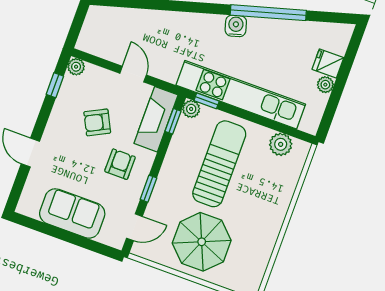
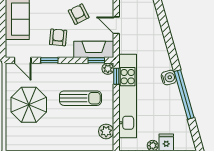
door: (133, 74) -> (116, 25), swing flipped
armchair: (120, 164) -> (58, 37), turned -85
sun lounger: (219, 164) -> (80, 98), width x0.73, depth x0.75

